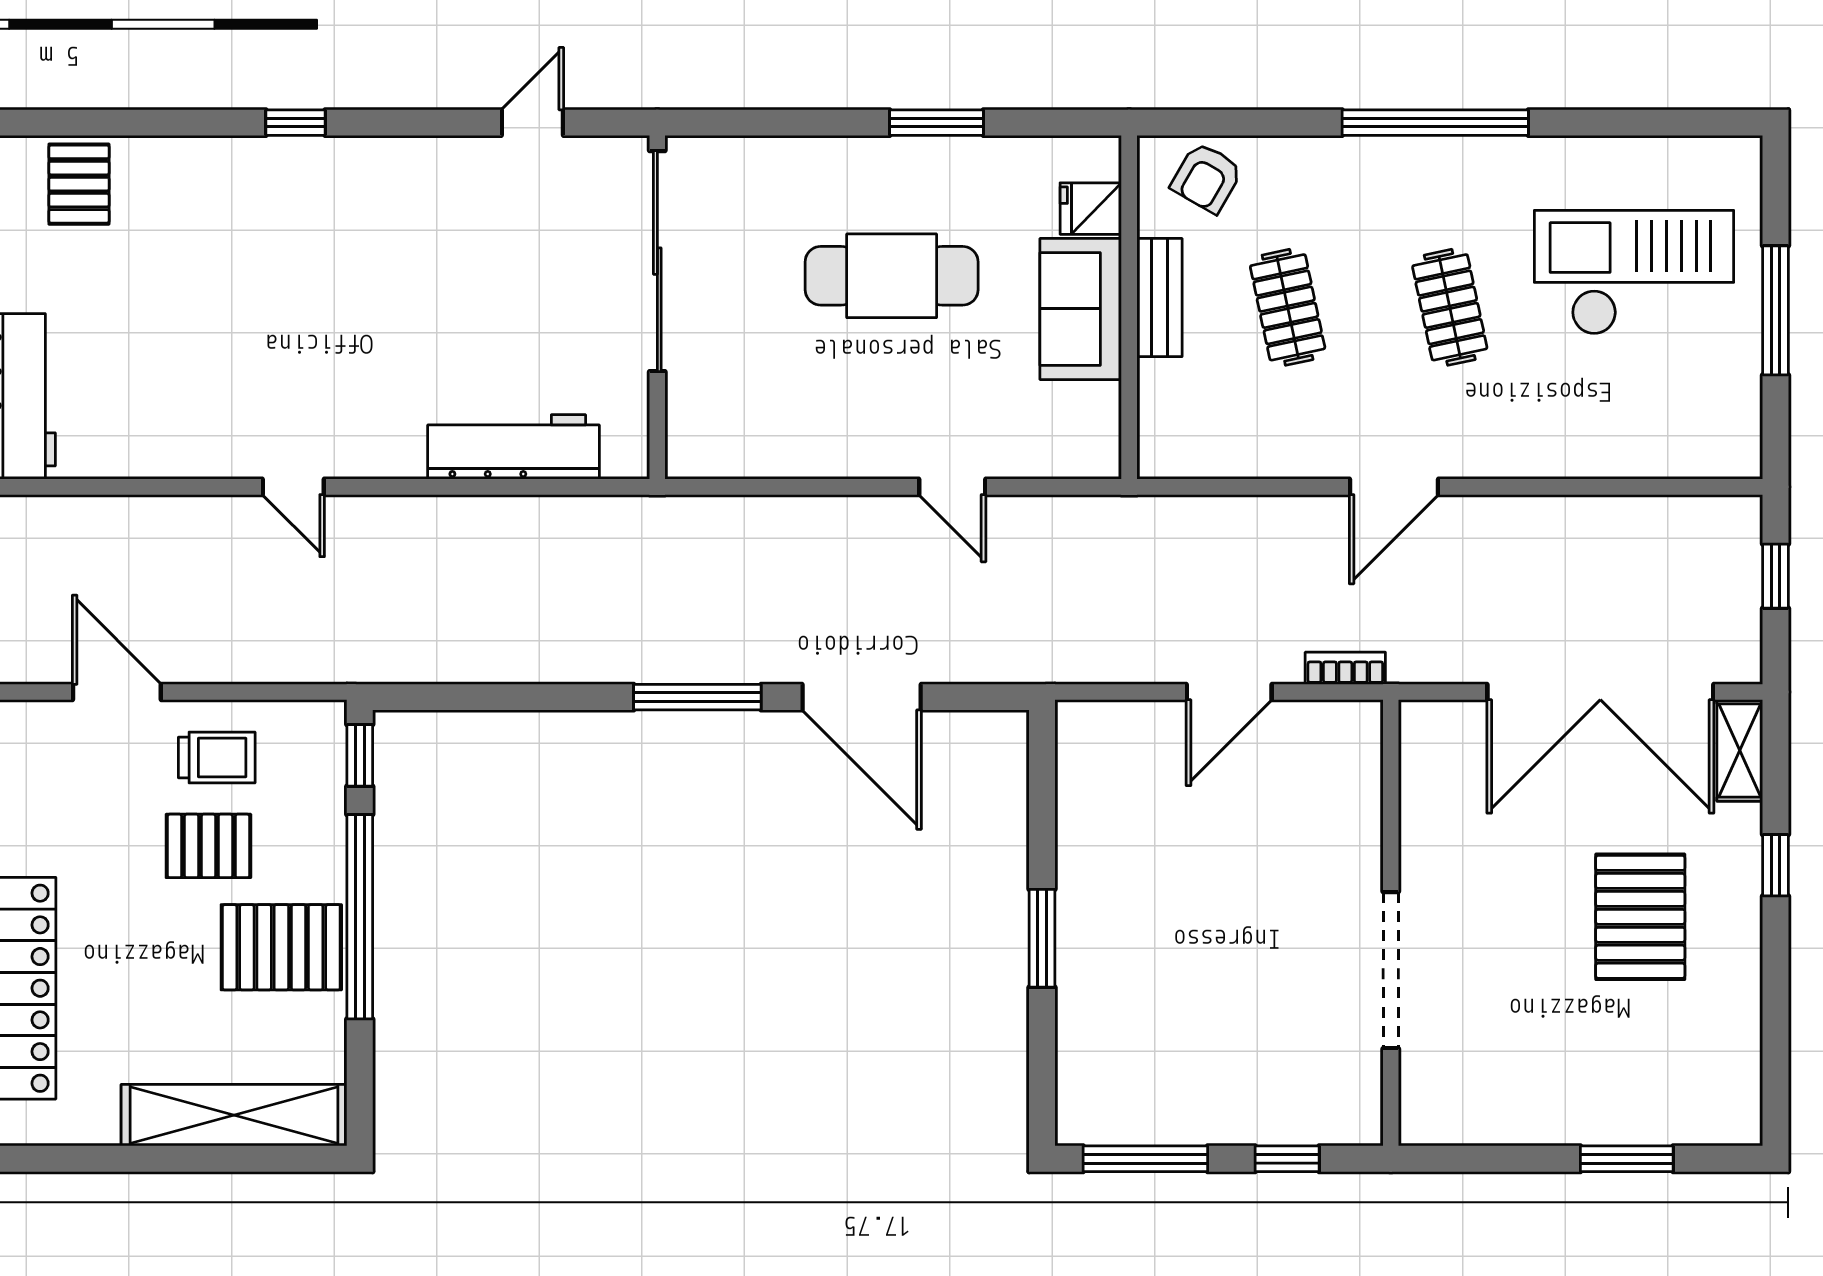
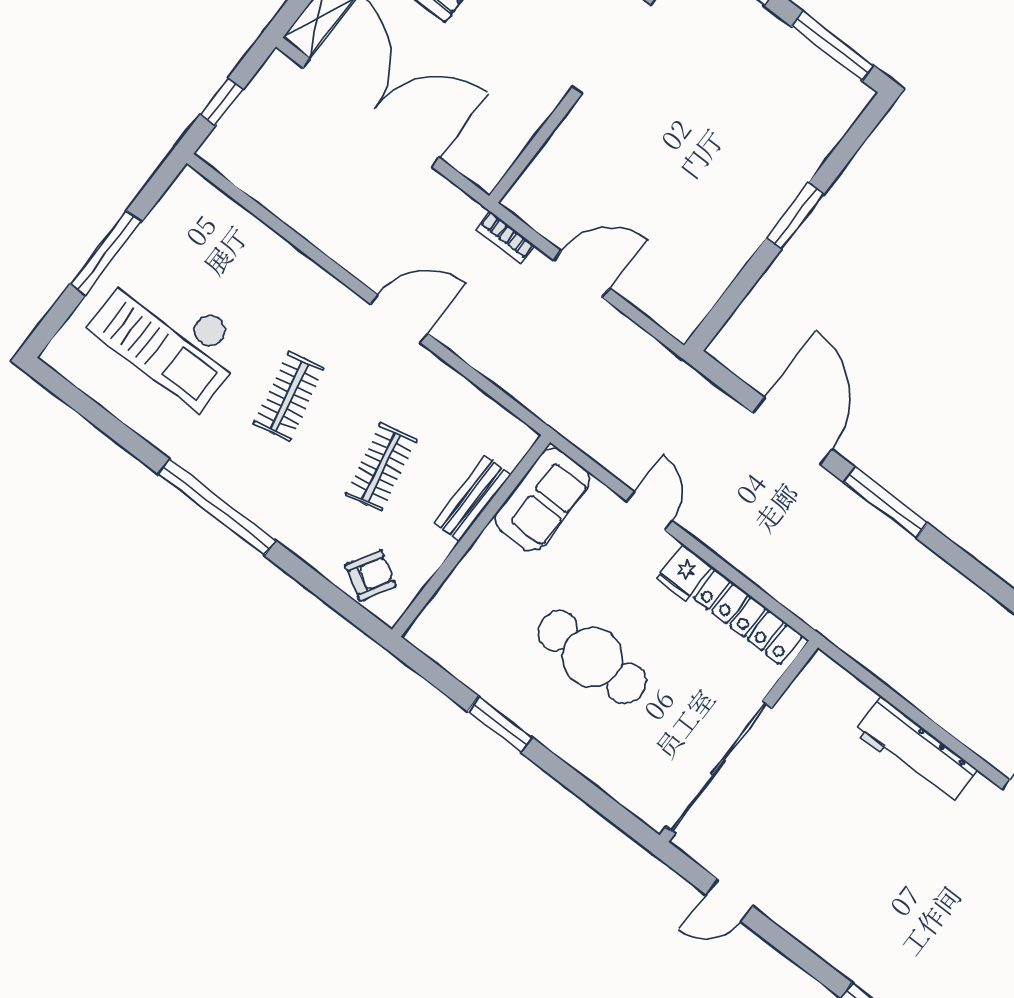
fridge: (1091, 209) -> (684, 572), moved, turned 90
bench: (1159, 298) -> (472, 498), moved
sofa: (1081, 309) -> (543, 499), moved
workbench: (514, 447) -> (915, 751), moved
locker: (753, 453) -> (748, 617), added

